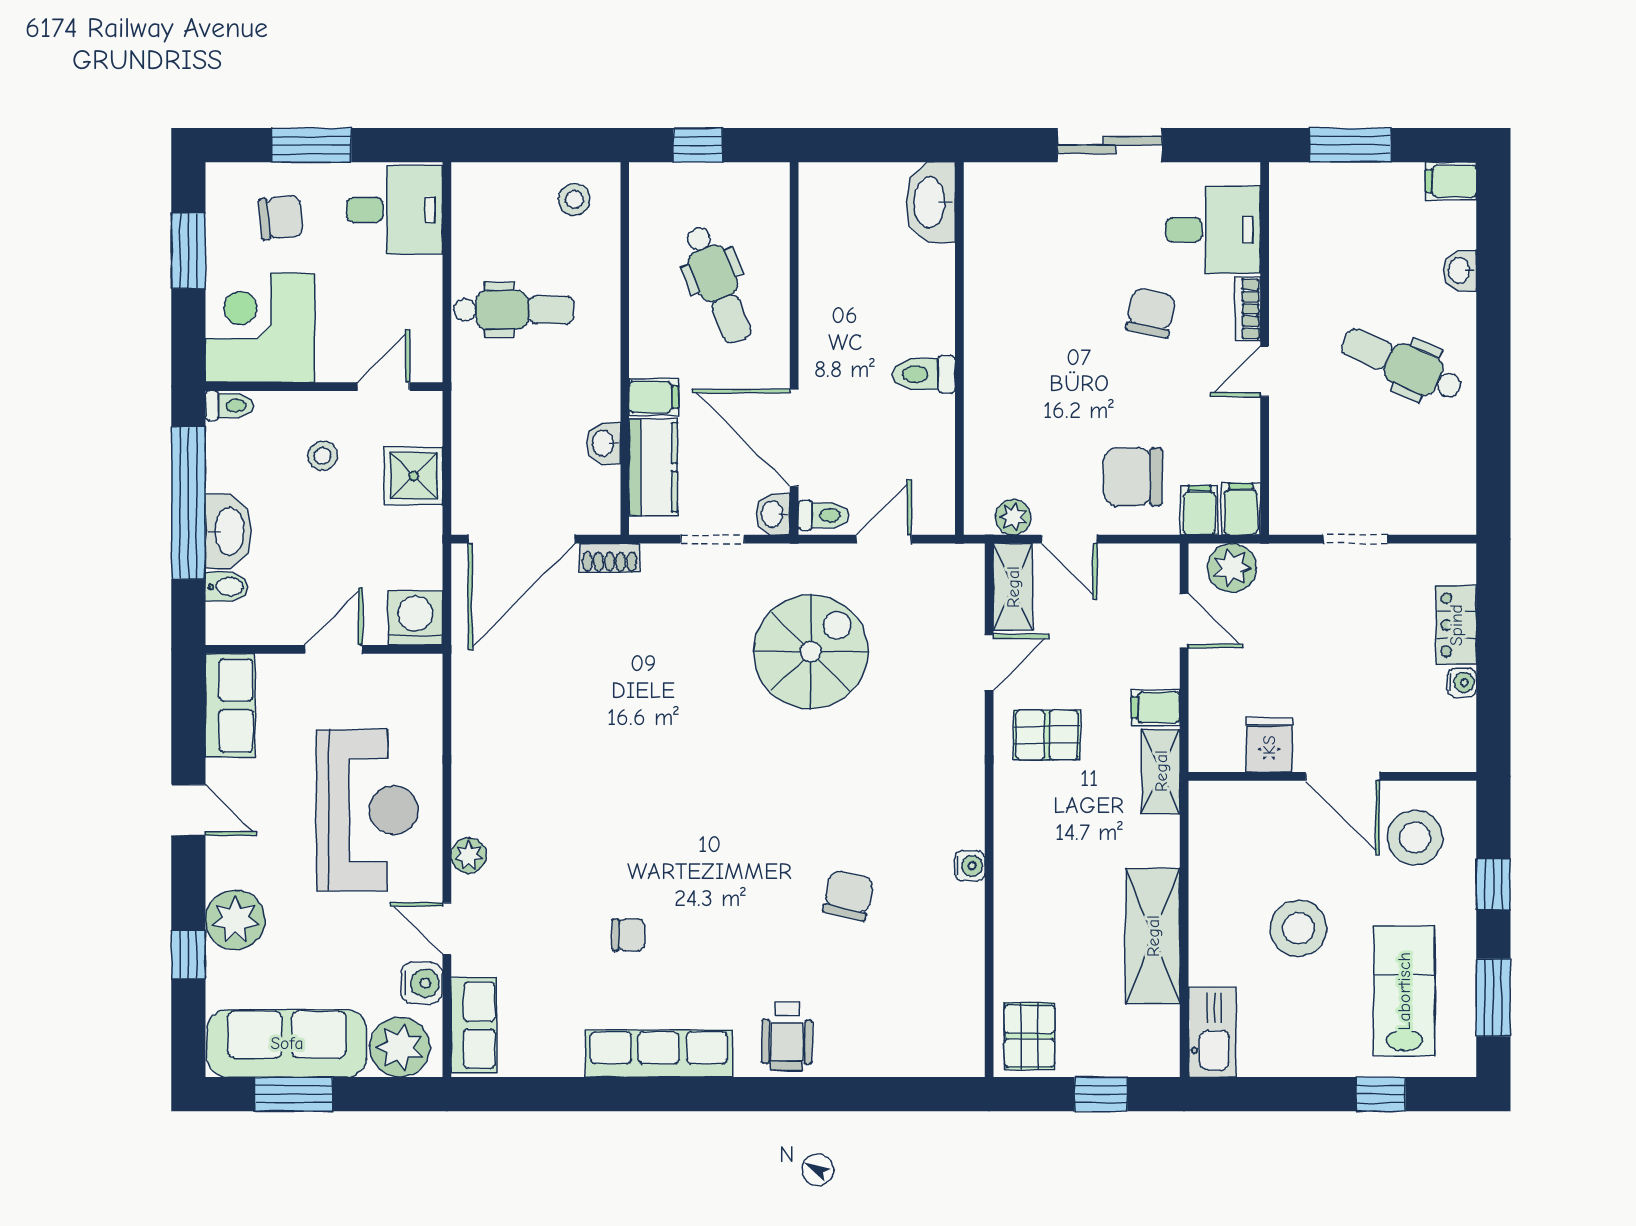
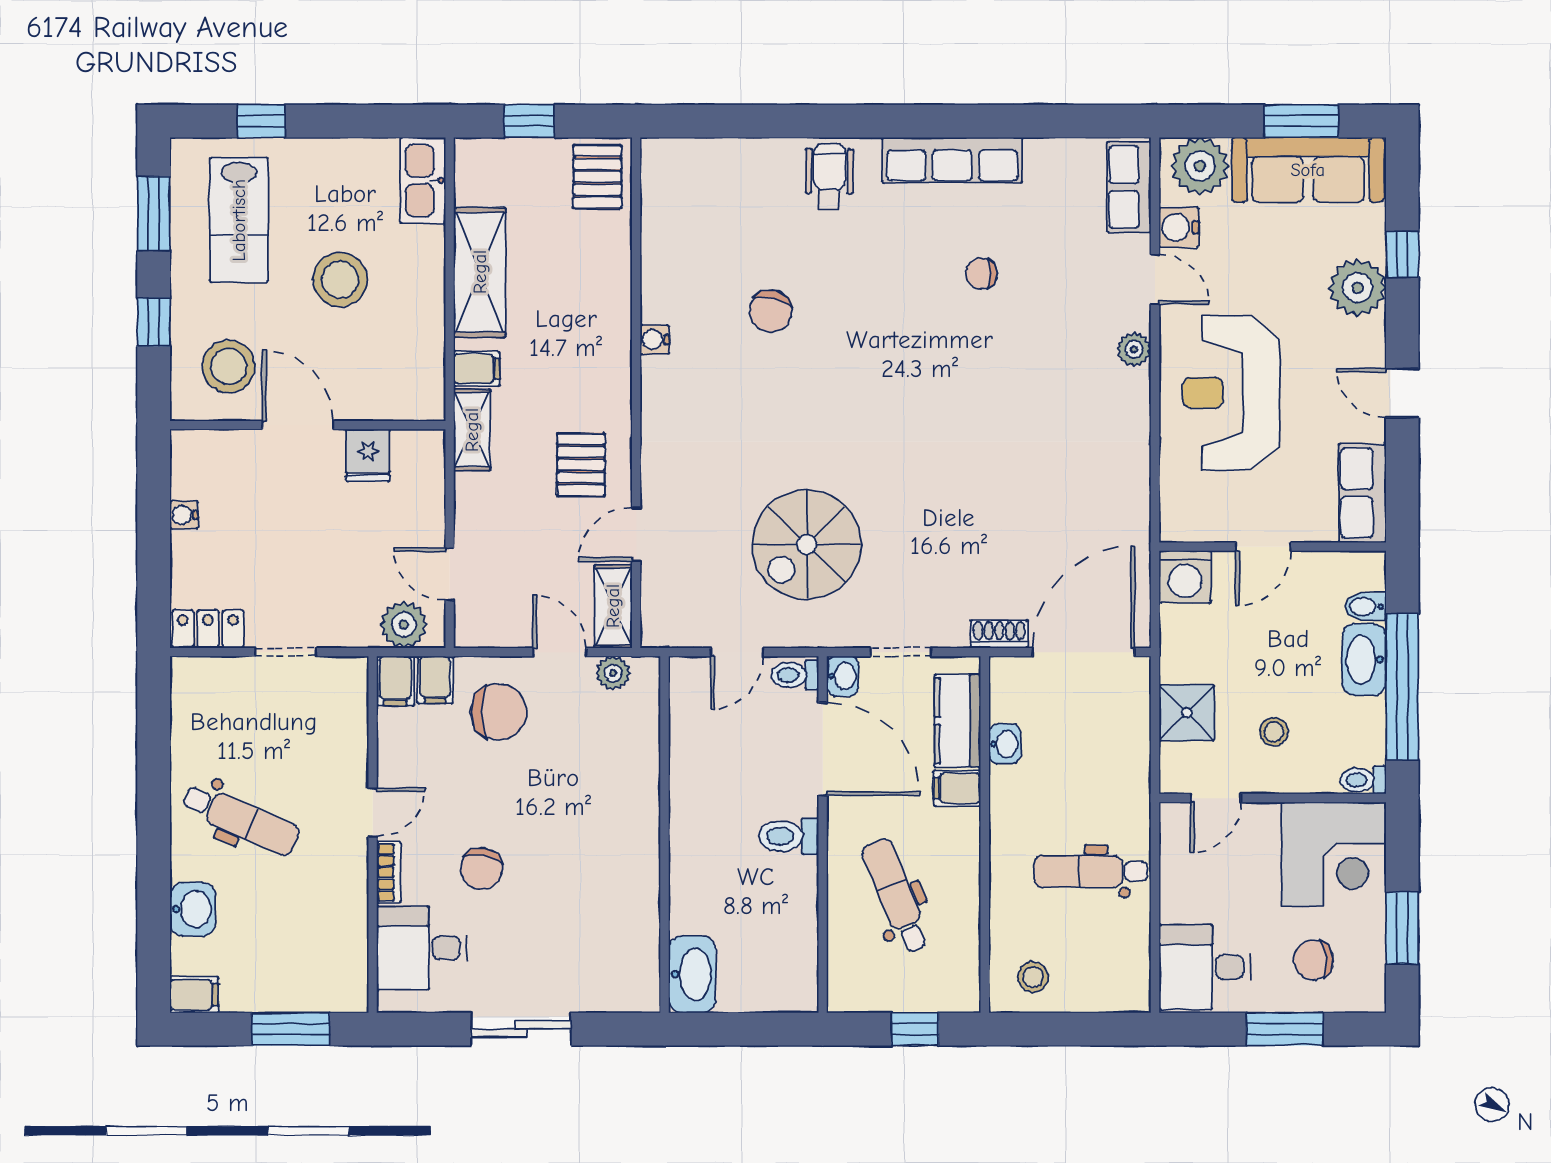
washbasin: (1460, 270) -> (193, 909), width x1.38, depth x1.45
toilet: (924, 374) -> (789, 836), moved, turned 180
locker: (1456, 625) -> (208, 629), moved, turned -90
filing cabinet: (1156, 707) -> (477, 369), moved
pallet: (1047, 735) -> (581, 465), turned 90

